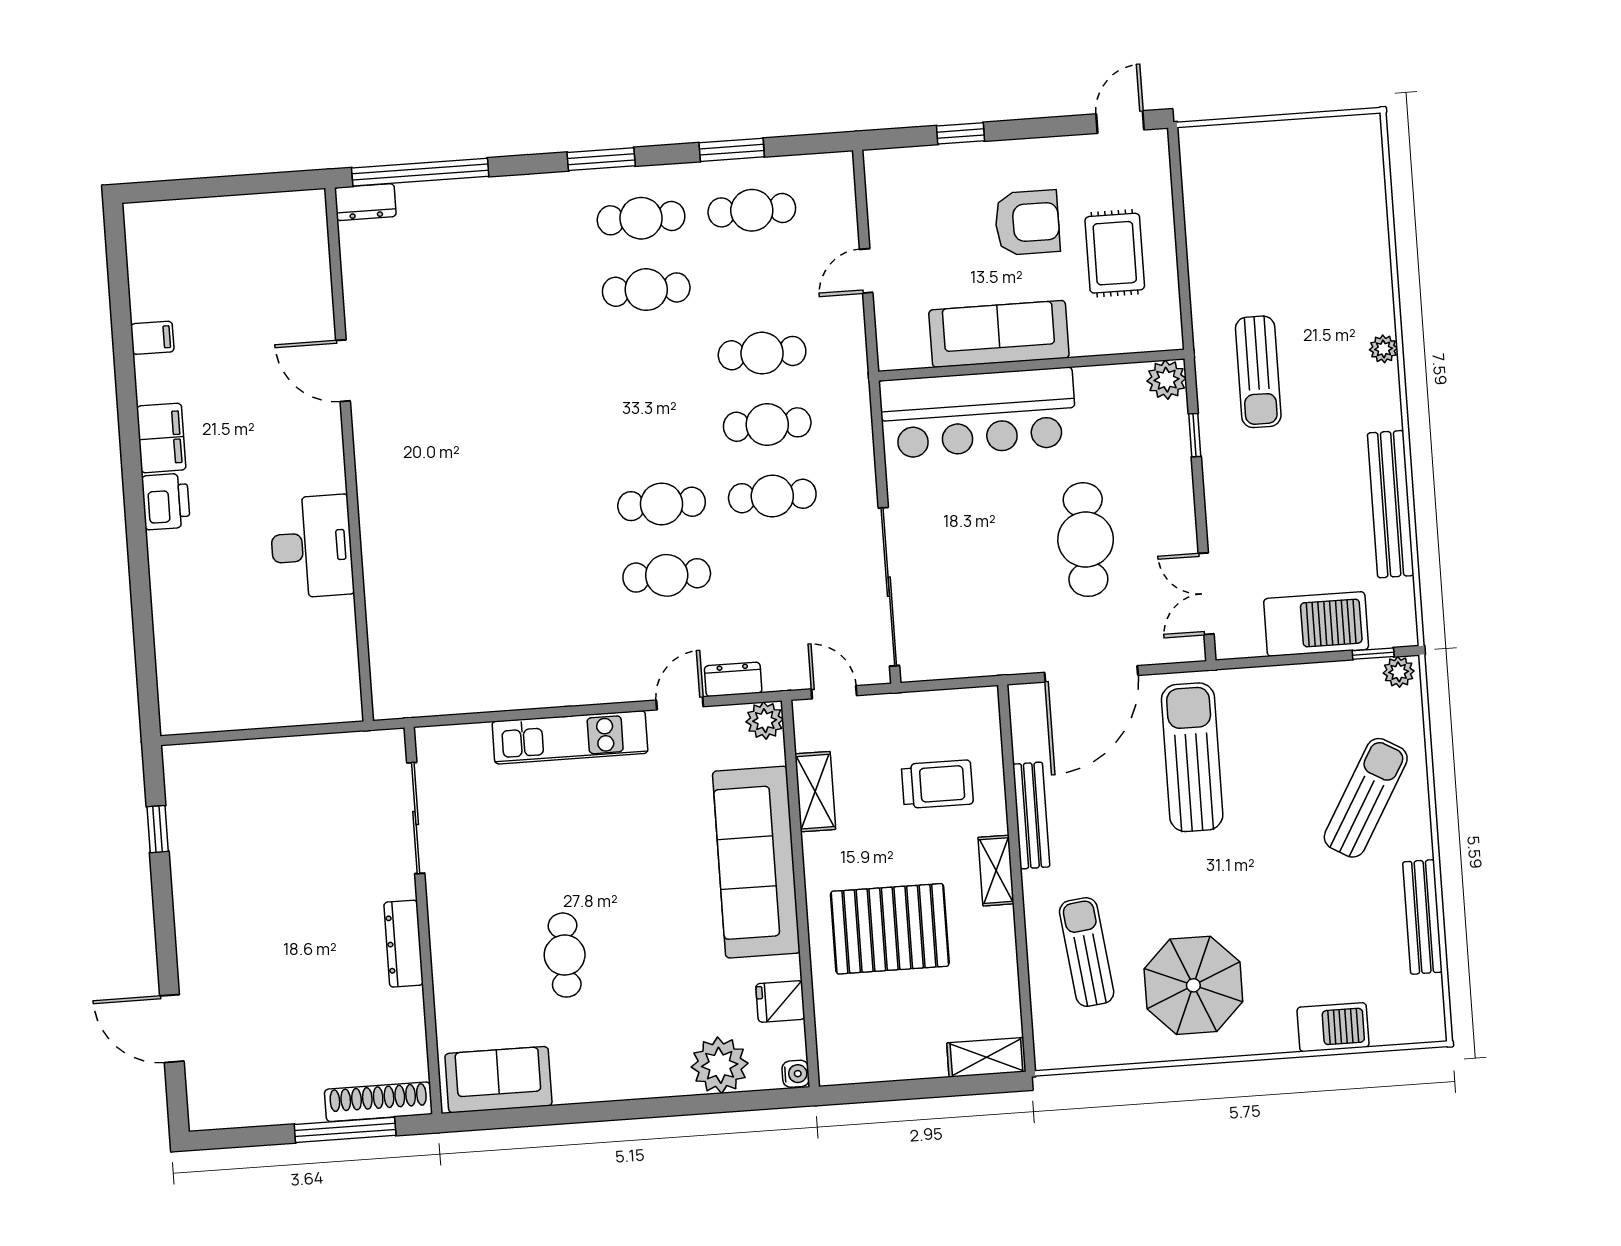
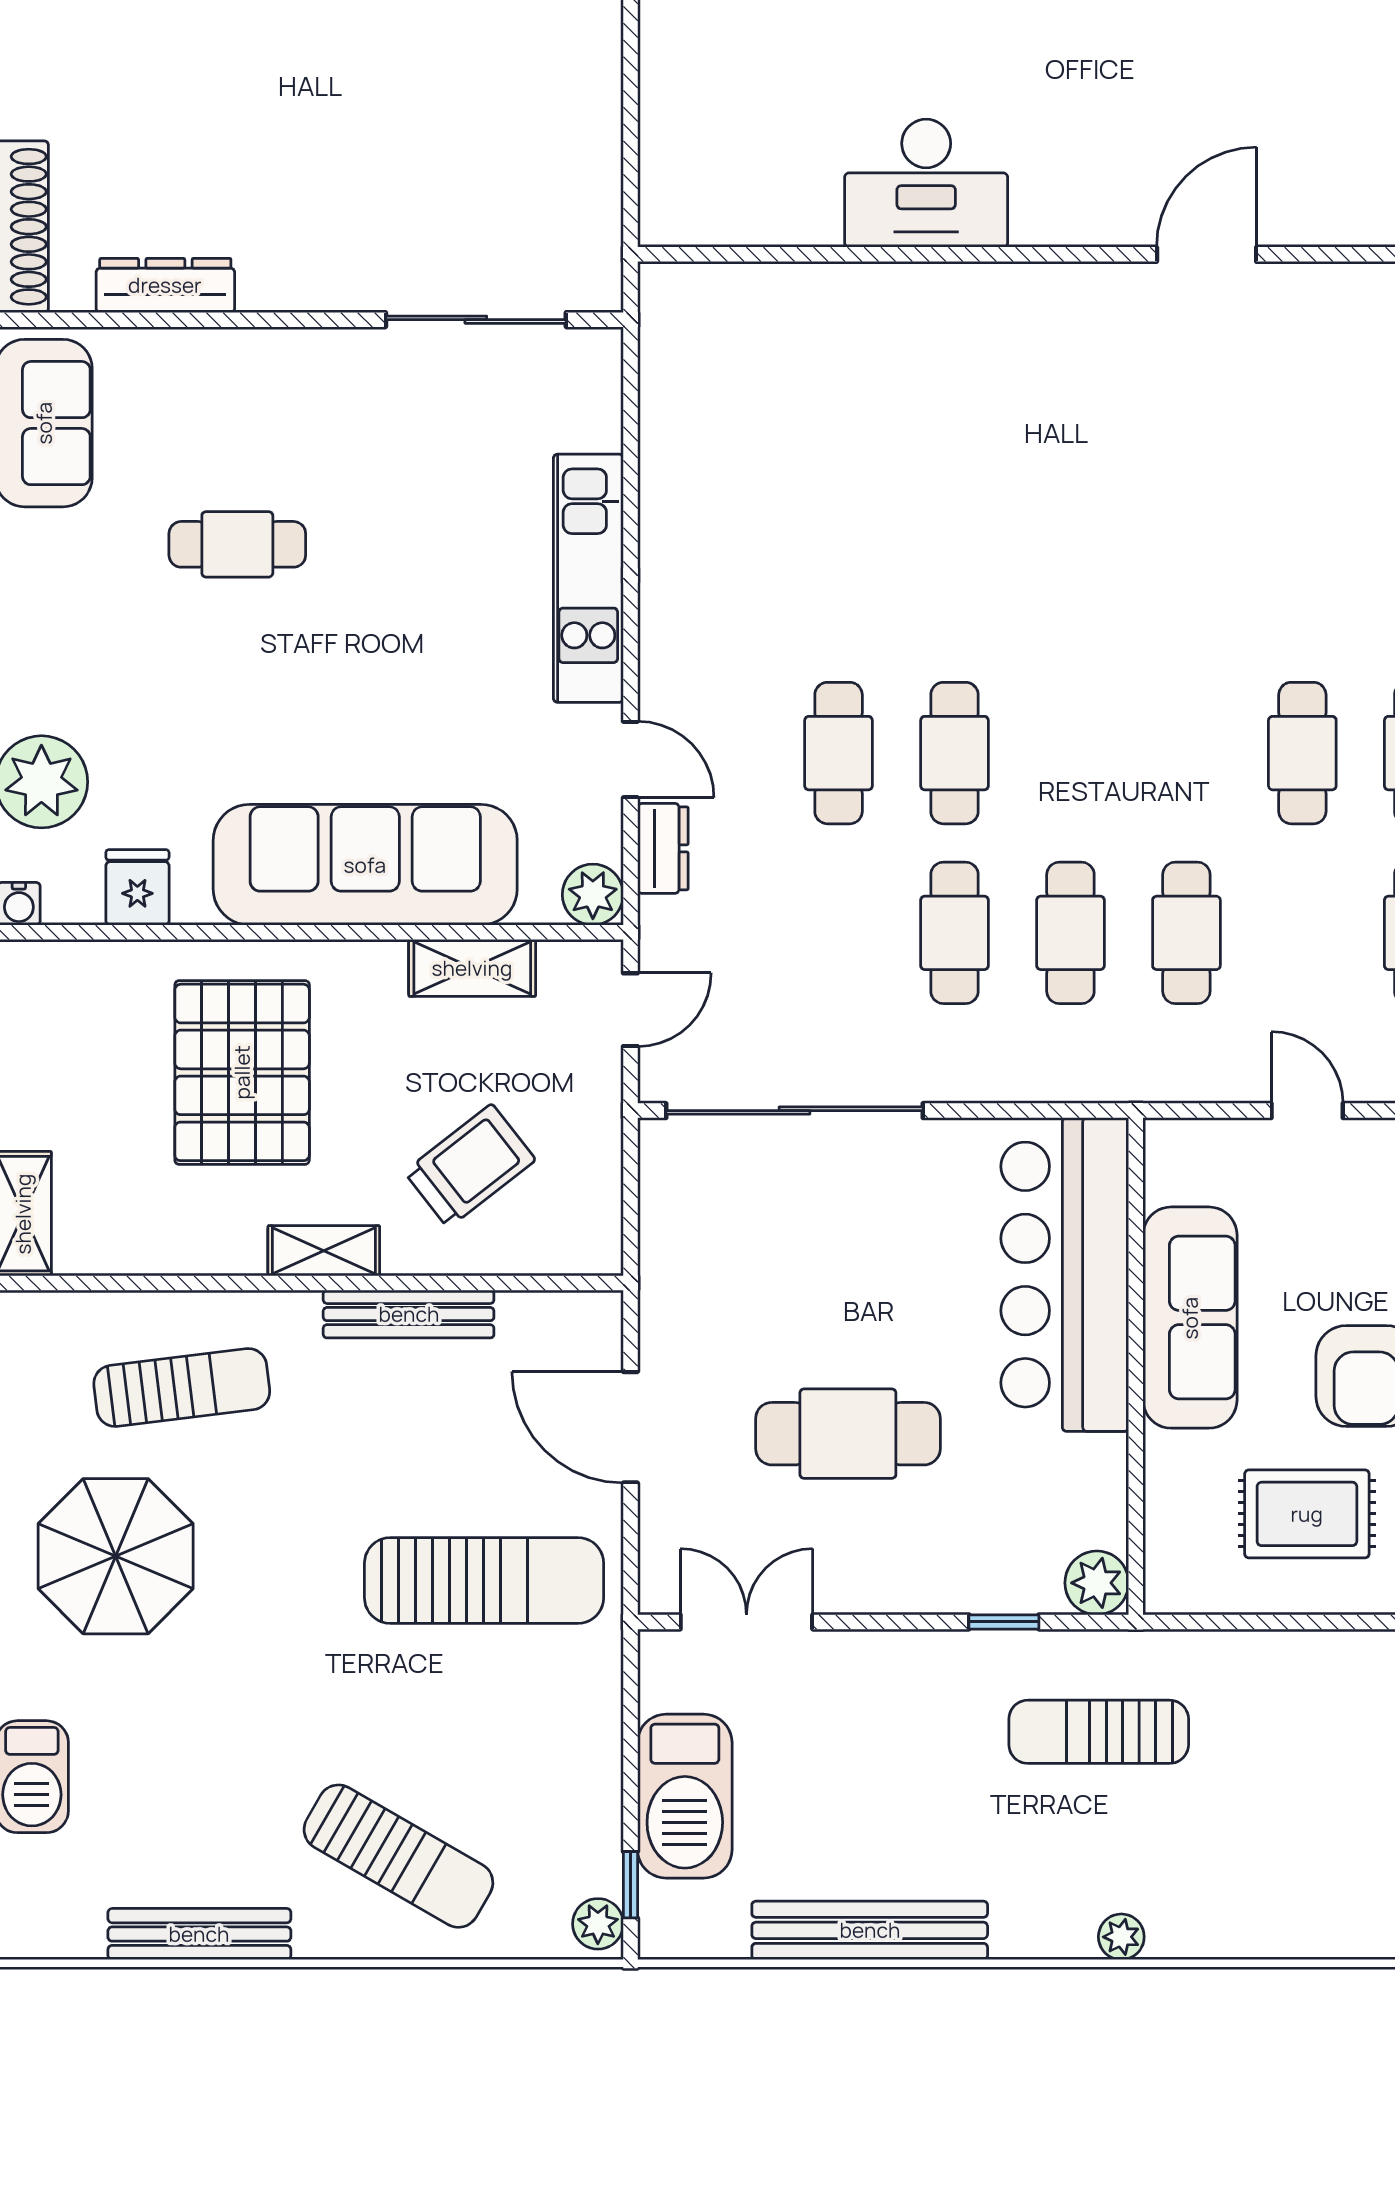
door: (1091, 674) -> (630, 1427), width x0.73
trolley: (937, 784) -> (470, 1166), turned -128
dresser: (403, 944) -> (165, 285), moved

